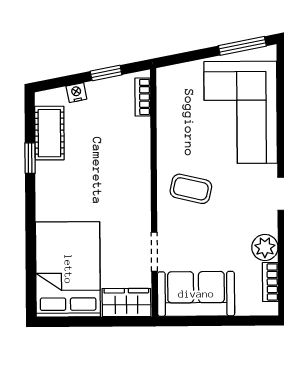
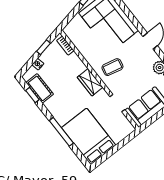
window: (30, 158) -> (32, 95), moved
window: (31, 228) -> (61, 132), added
wardrobe: (126, 302) -> (90, 82), moved, turned -90

